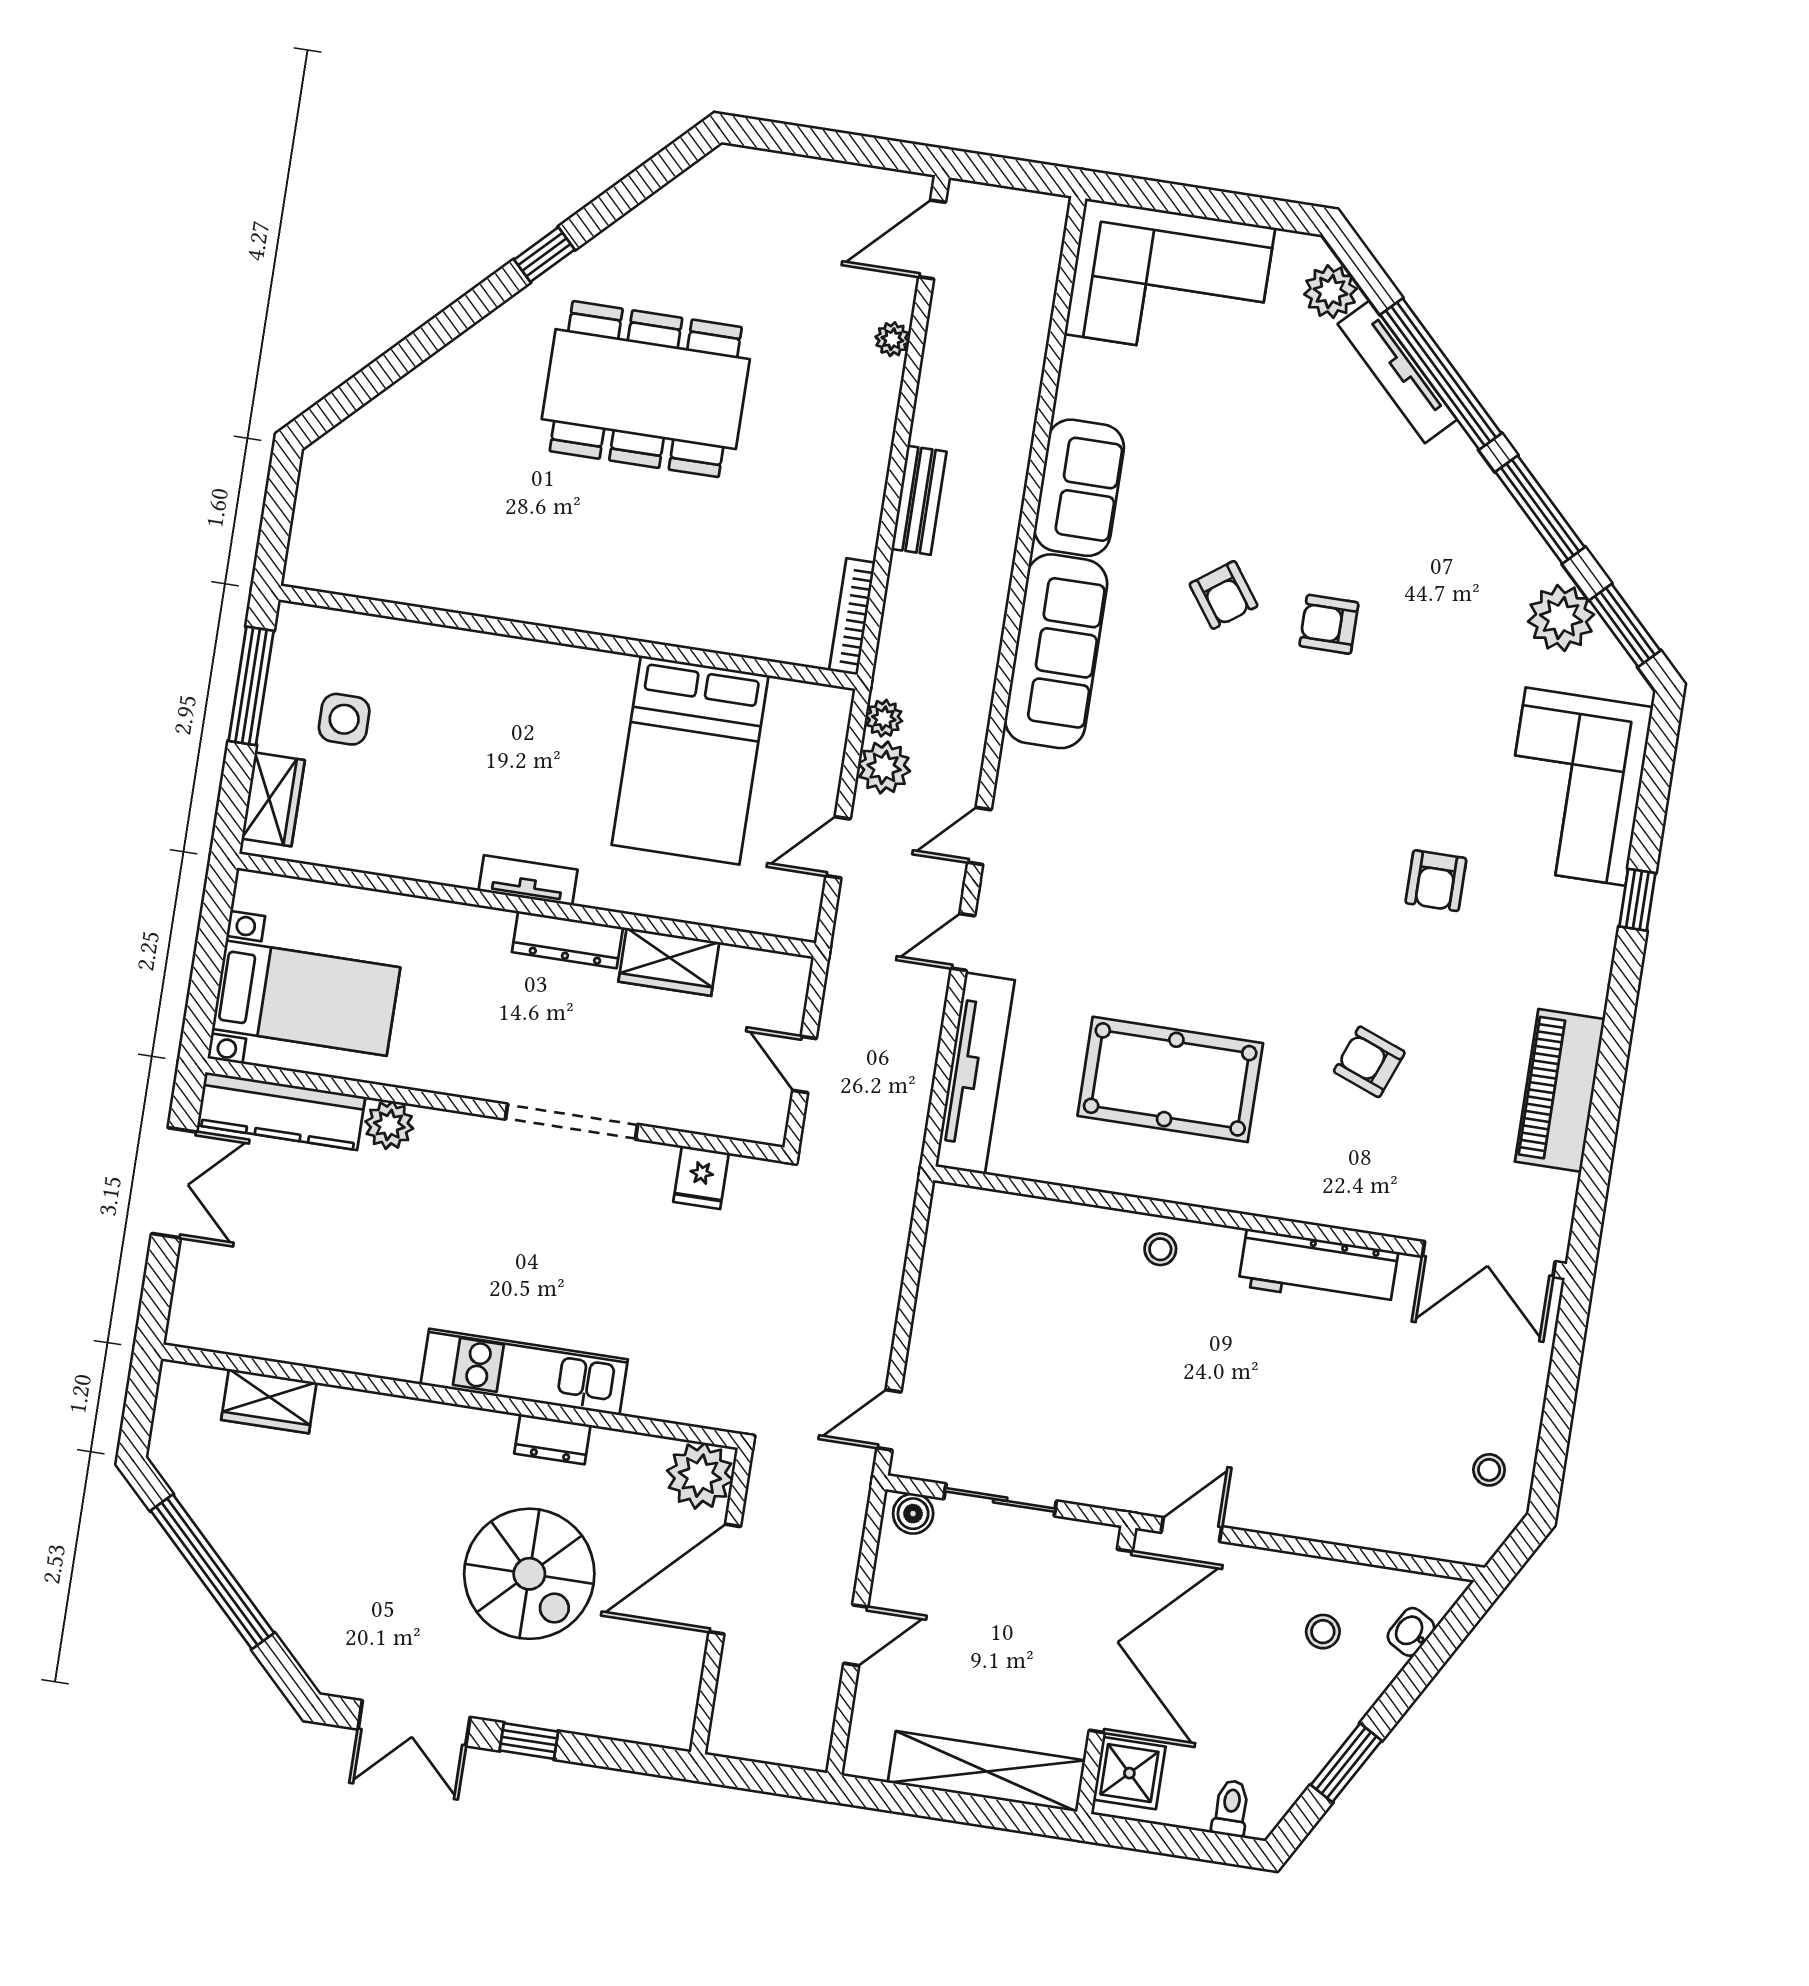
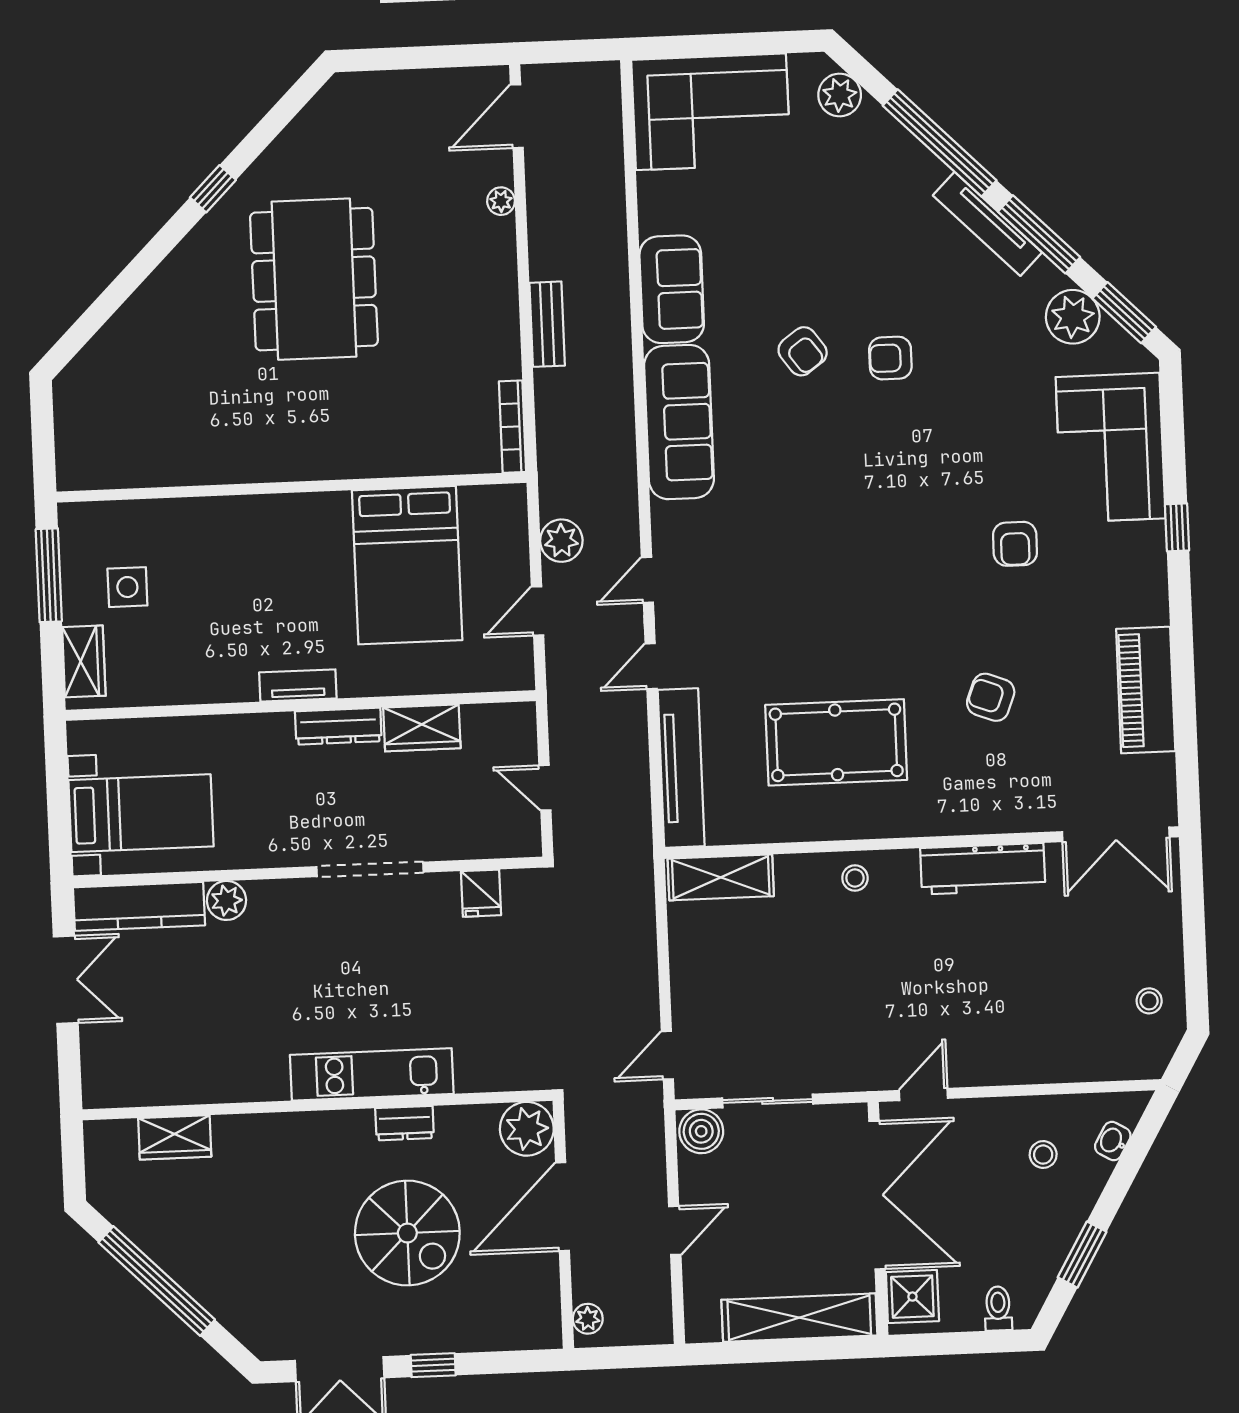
tv unit: (1397, 372) -> (987, 224), moved
dining table: (646, 389) -> (314, 279), turned 90
plant: (884, 718) -> (588, 1319), moved
shelving: (997, 1216) -> (721, 877), added
boiler: (913, 1514) -> (701, 1131), width x1.36, depth x1.36

